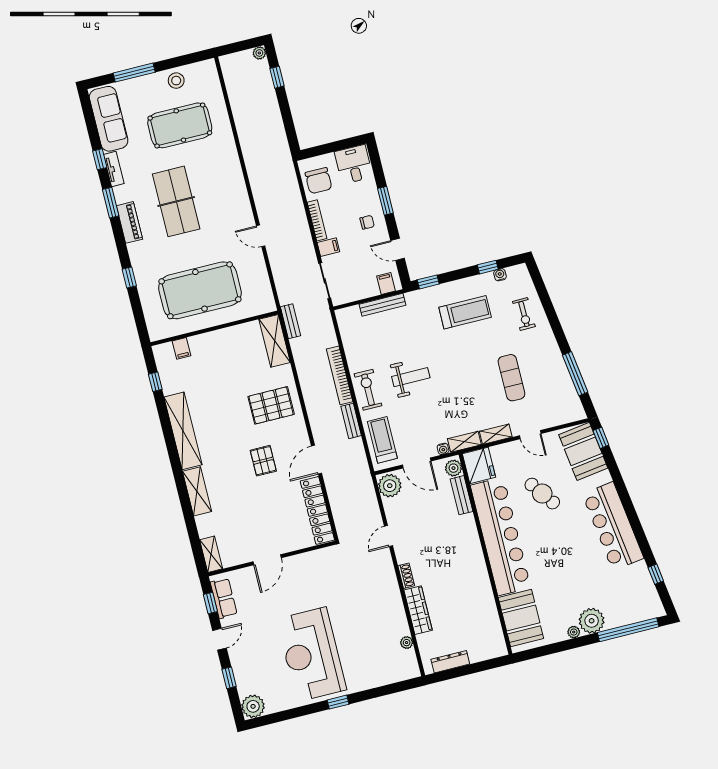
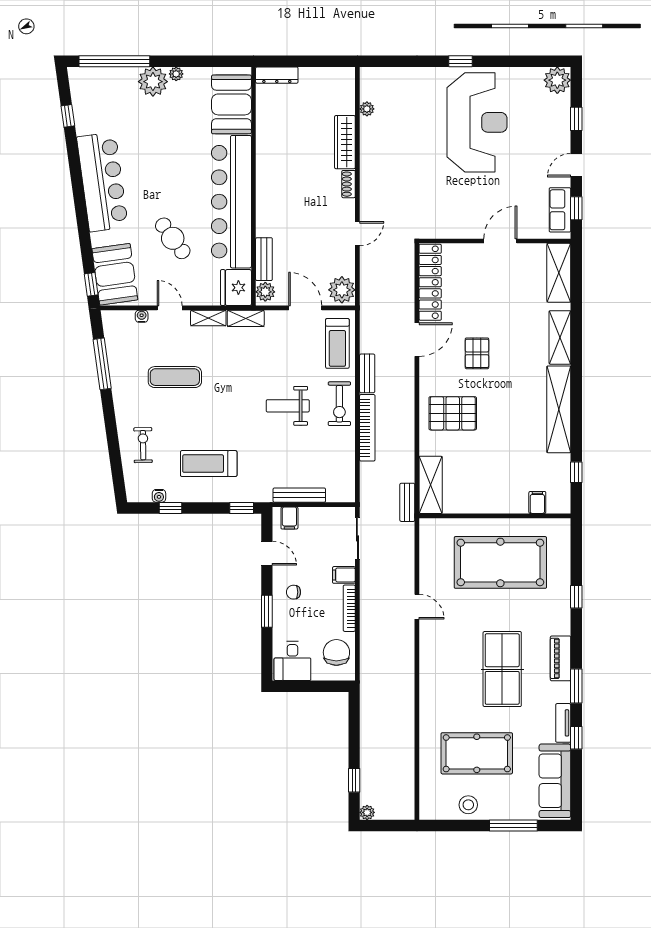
exercise mat: (511, 378) -> (175, 377), turned 90
water cooler: (443, 449) -> (142, 316), moved
shelving: (211, 554) -> (559, 273), width x1.50, depth x1.33
dresser: (450, 662) -> (277, 75), moved

